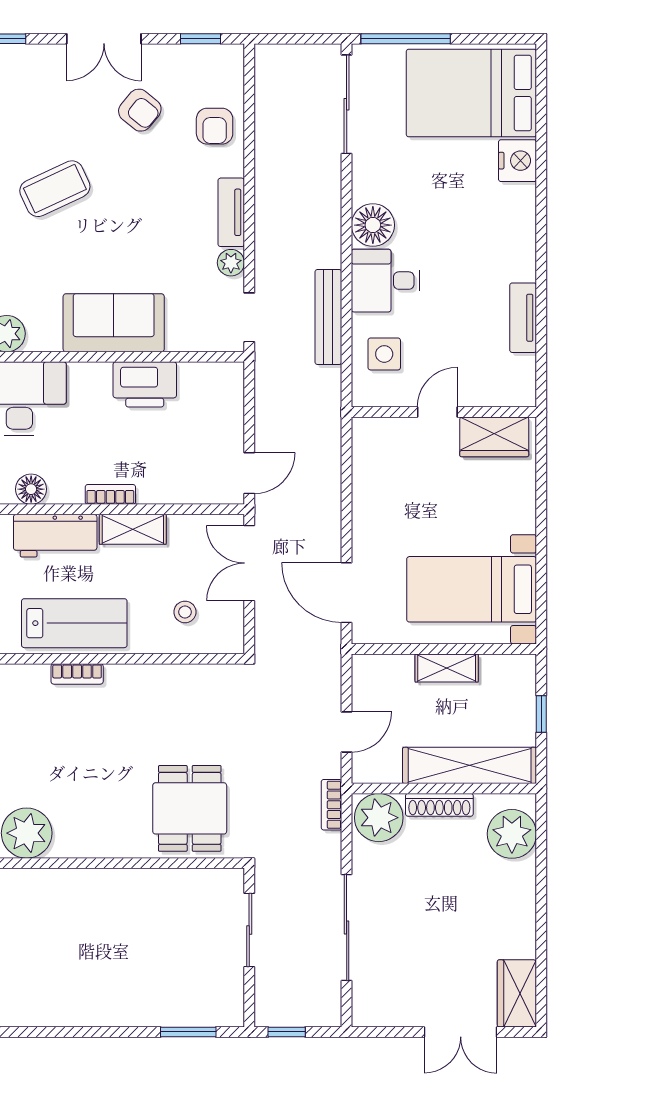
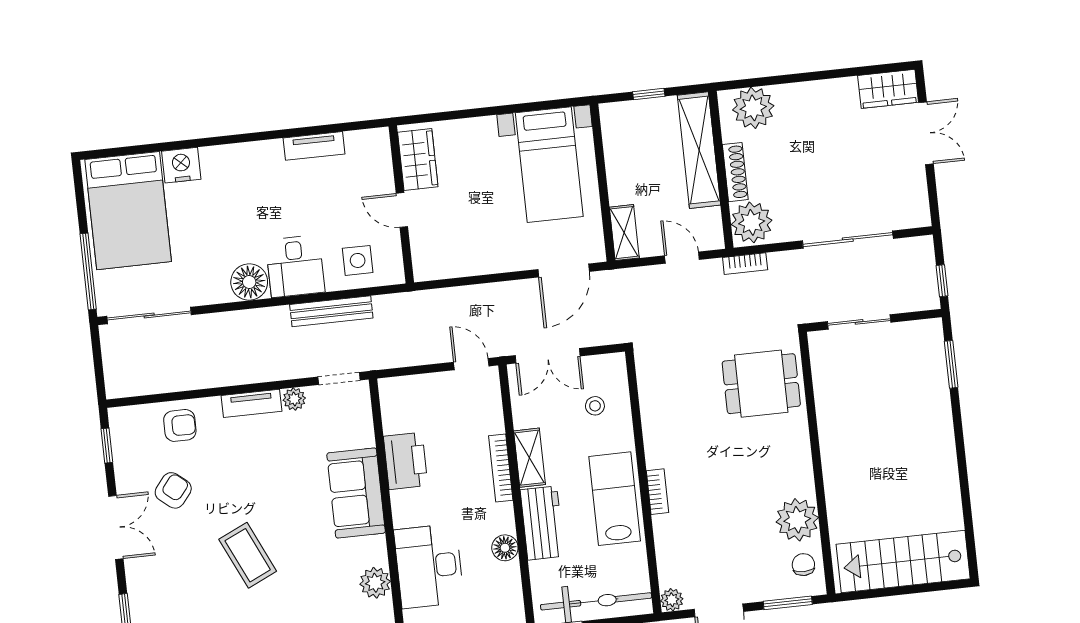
bookcase: (110, 494) -> (501, 468), width x1.56
shelving: (447, 668) -> (624, 233), moved

